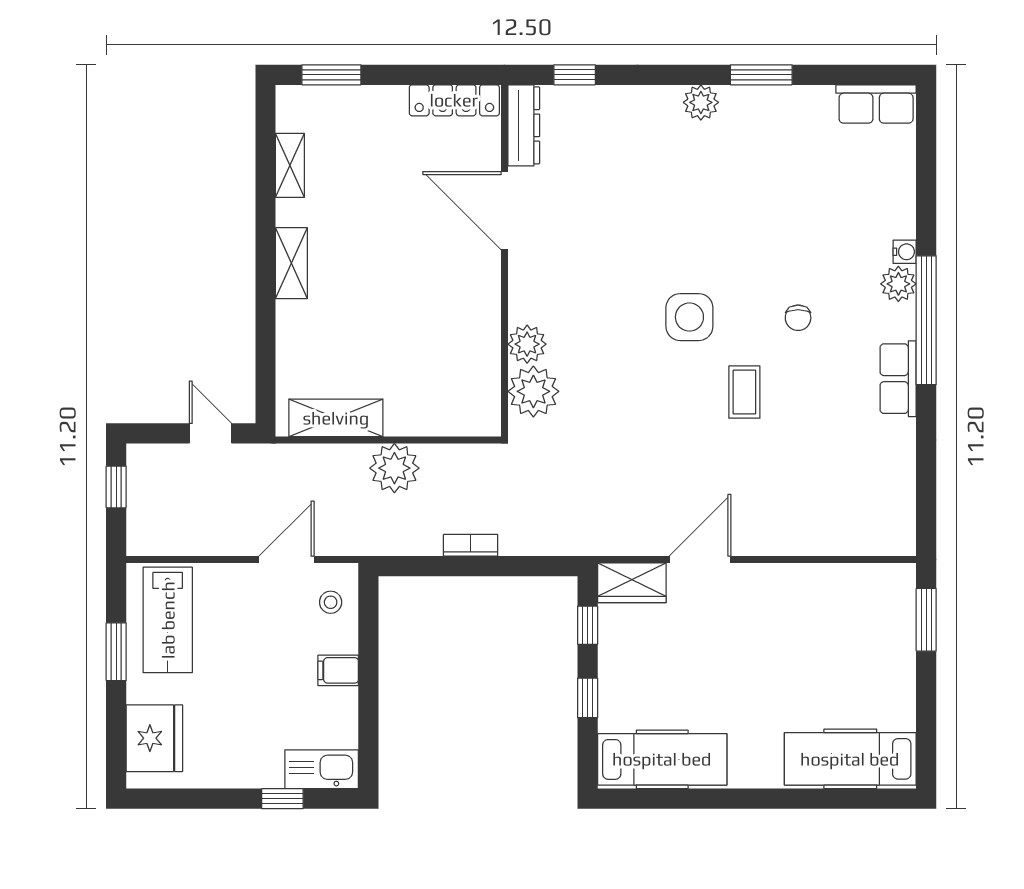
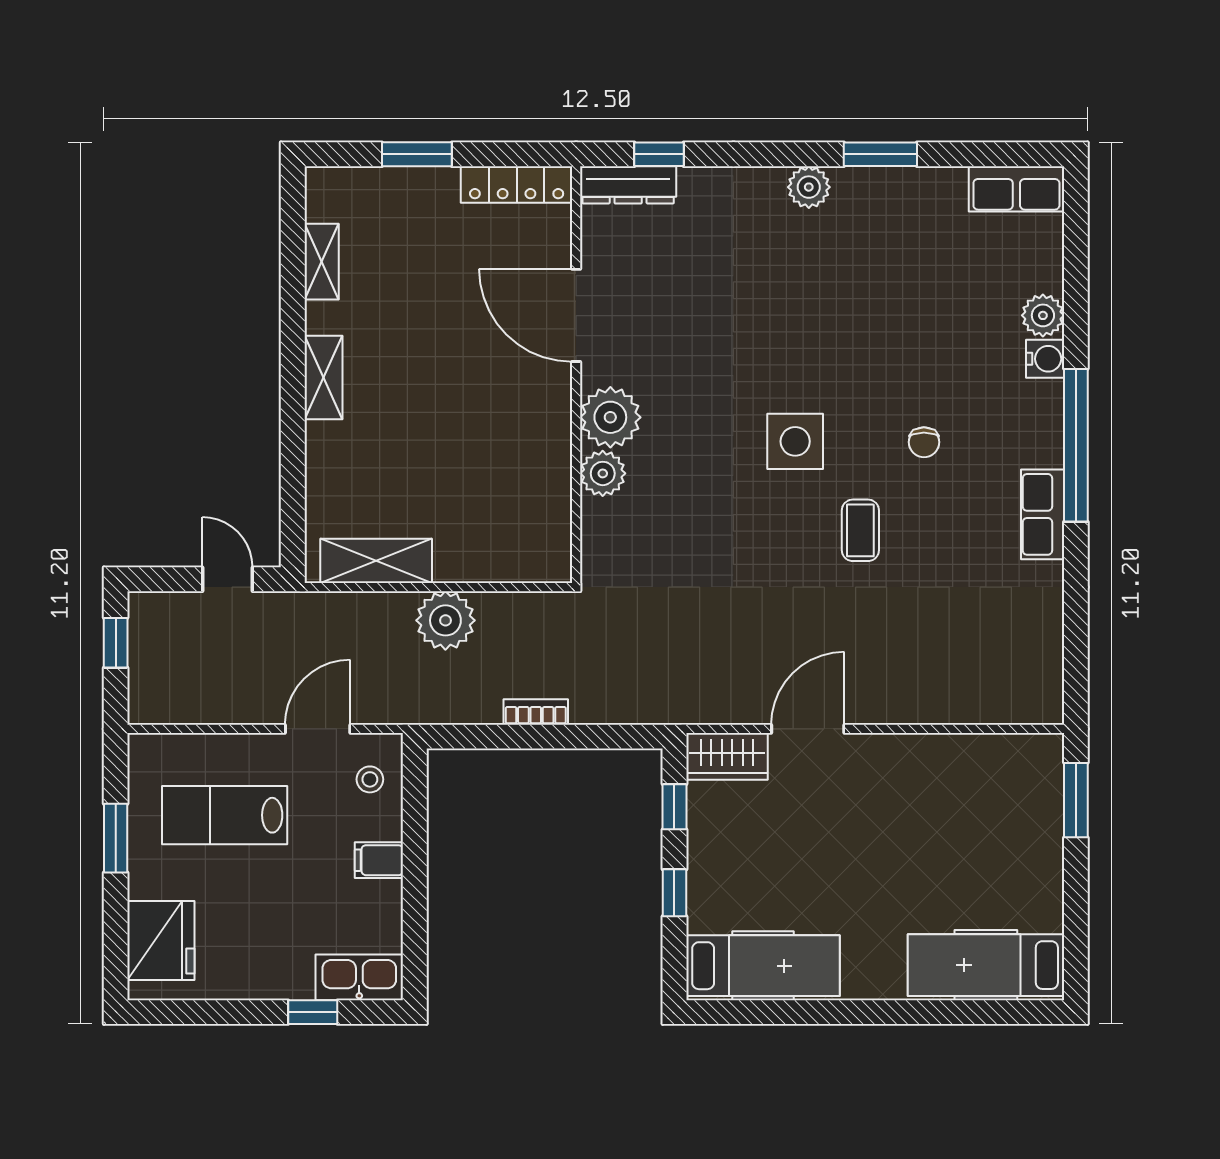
window: (331, 75) -> (417, 154), moved
dresser: (524, 125) -> (628, 185), moved, turned 90
water cooler: (905, 252) -> (1045, 359), width x1.38, depth x1.38
plant: (898, 284) -> (1043, 315), moved
plant: (533, 391) -> (610, 417), moved
lab bench: (168, 620) -> (225, 815), moved, turned 90

